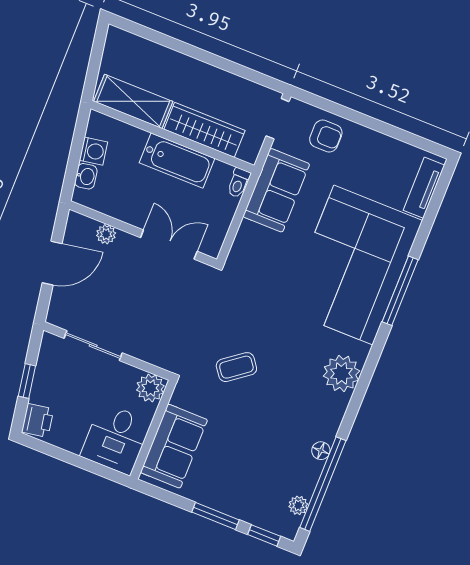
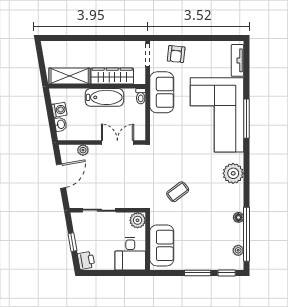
armchair: (326, 136) -> (176, 54), turned 96

